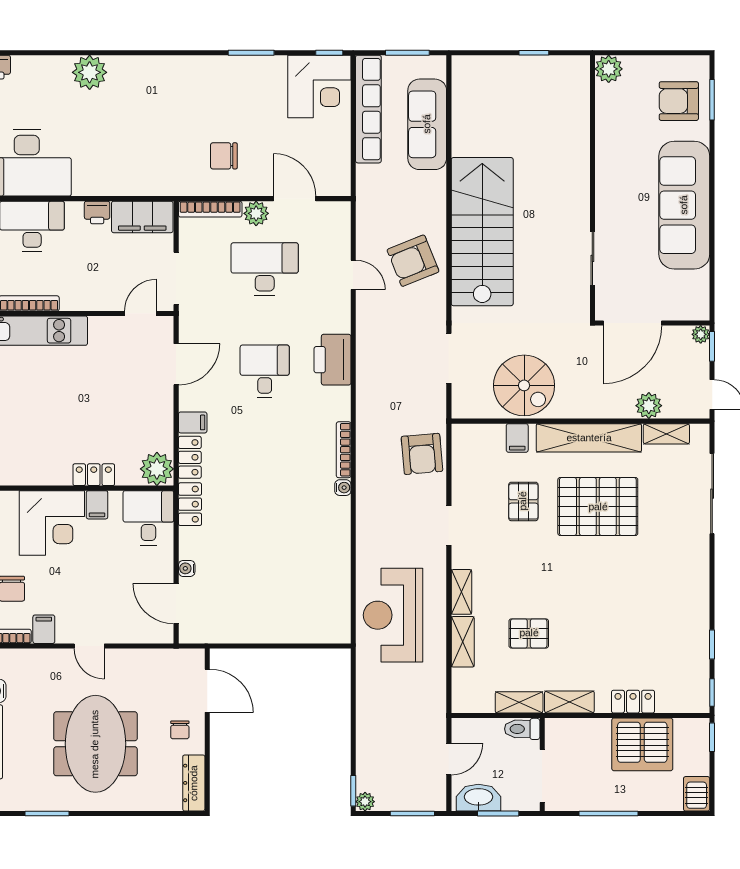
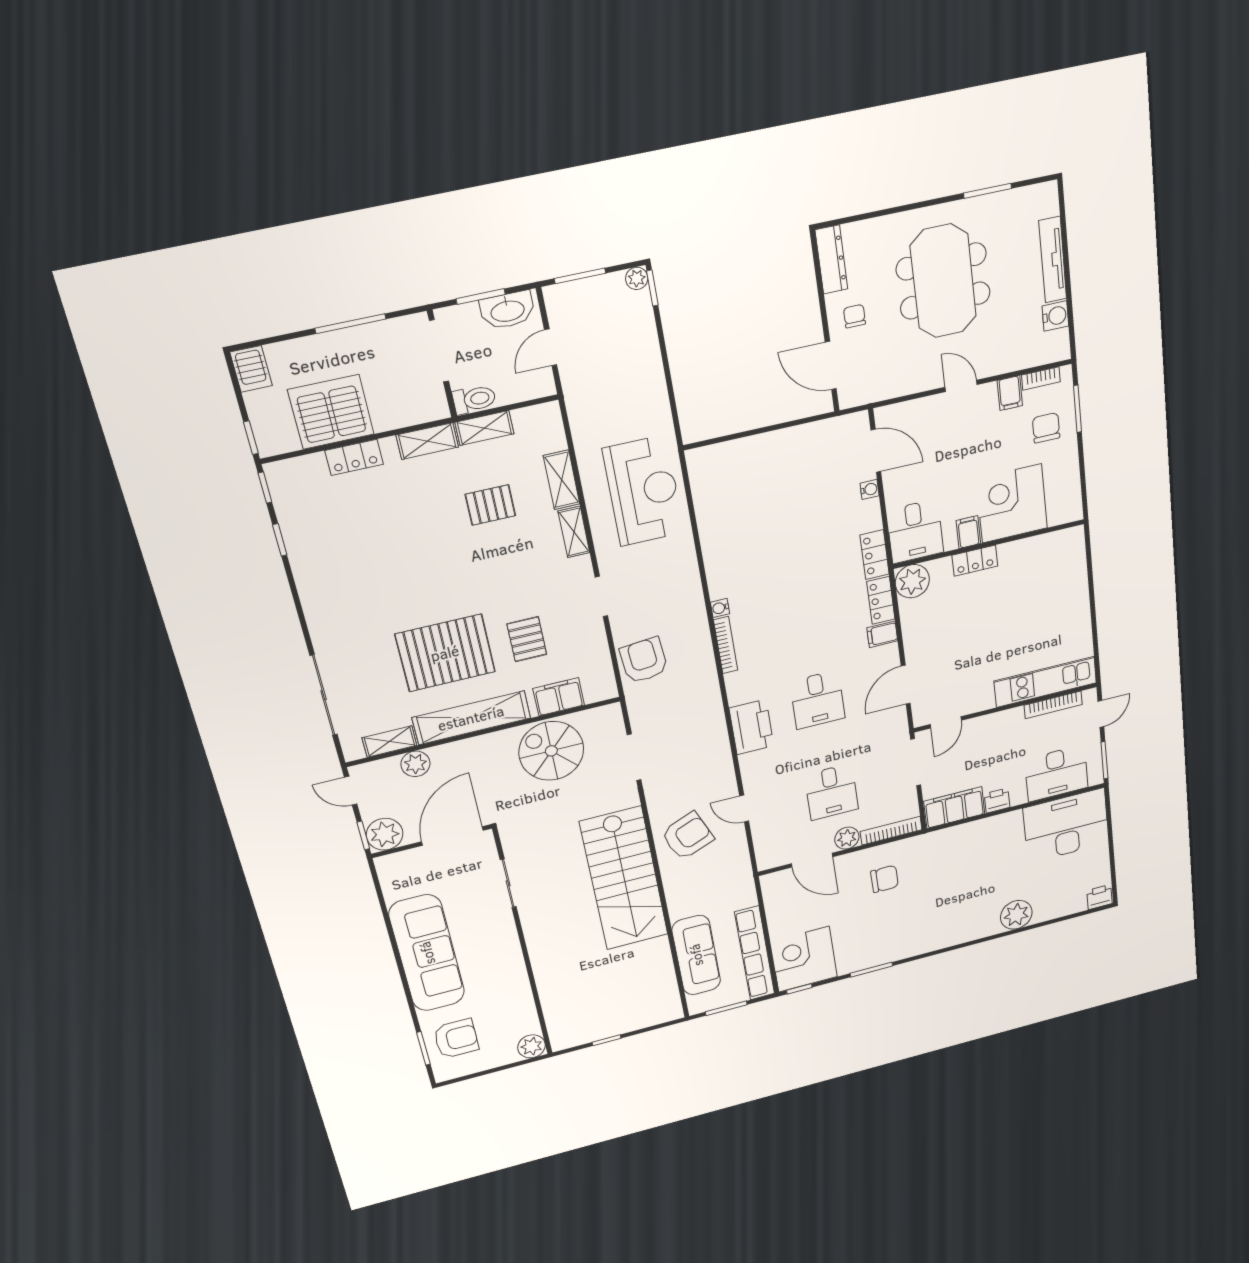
desk: (265, 269) -> (831, 792), width x0.73
plant: (701, 334) -> (385, 834), width x1.88, depth x1.88
filing cabinet: (517, 438) -> (559, 697), width x2.00

